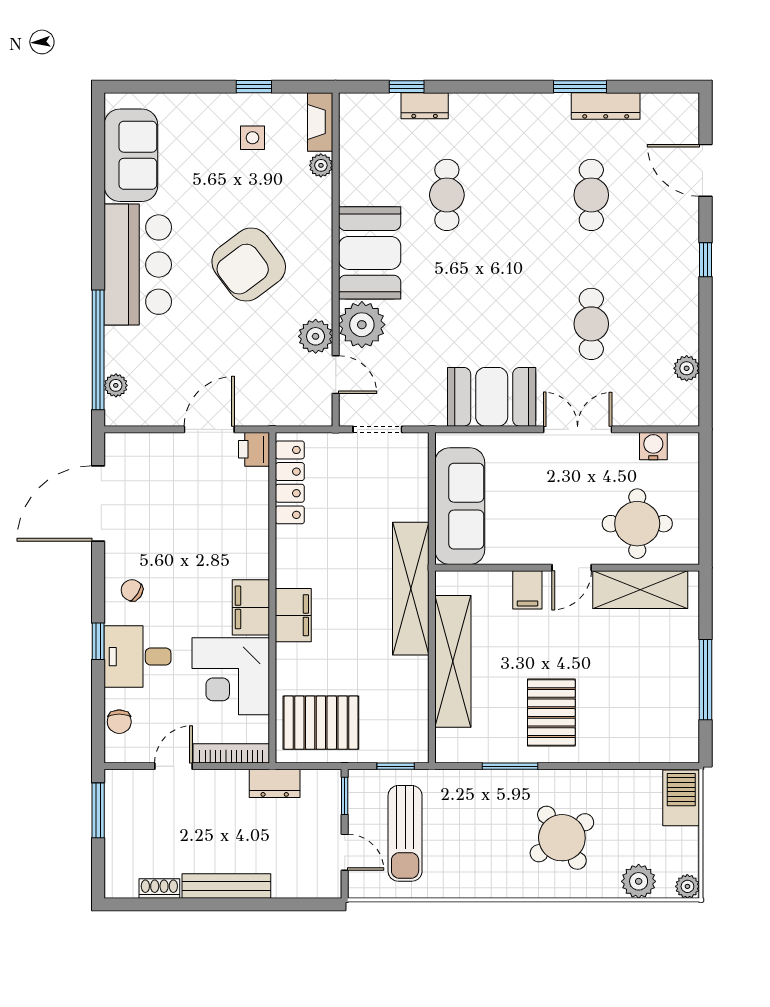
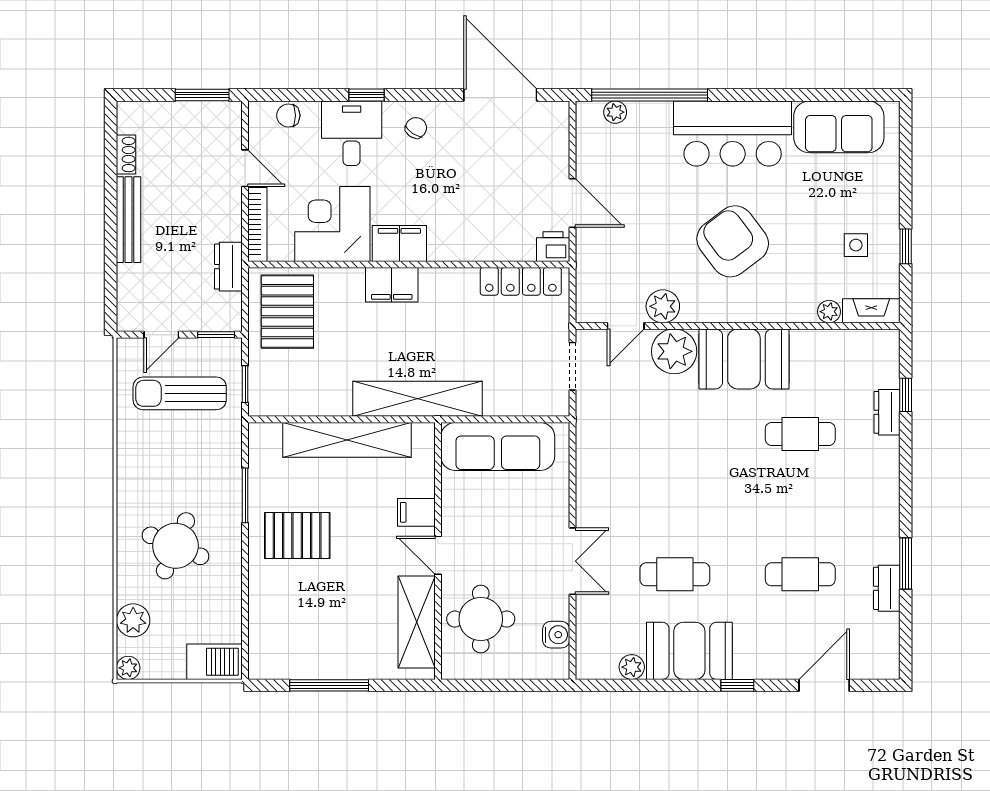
dresser: (606, 106) -> (887, 588), width x0.70
booth: (492, 397) -> (689, 651), moved, turned 90
round table: (562, 838) -> (175, 546), turned -33

